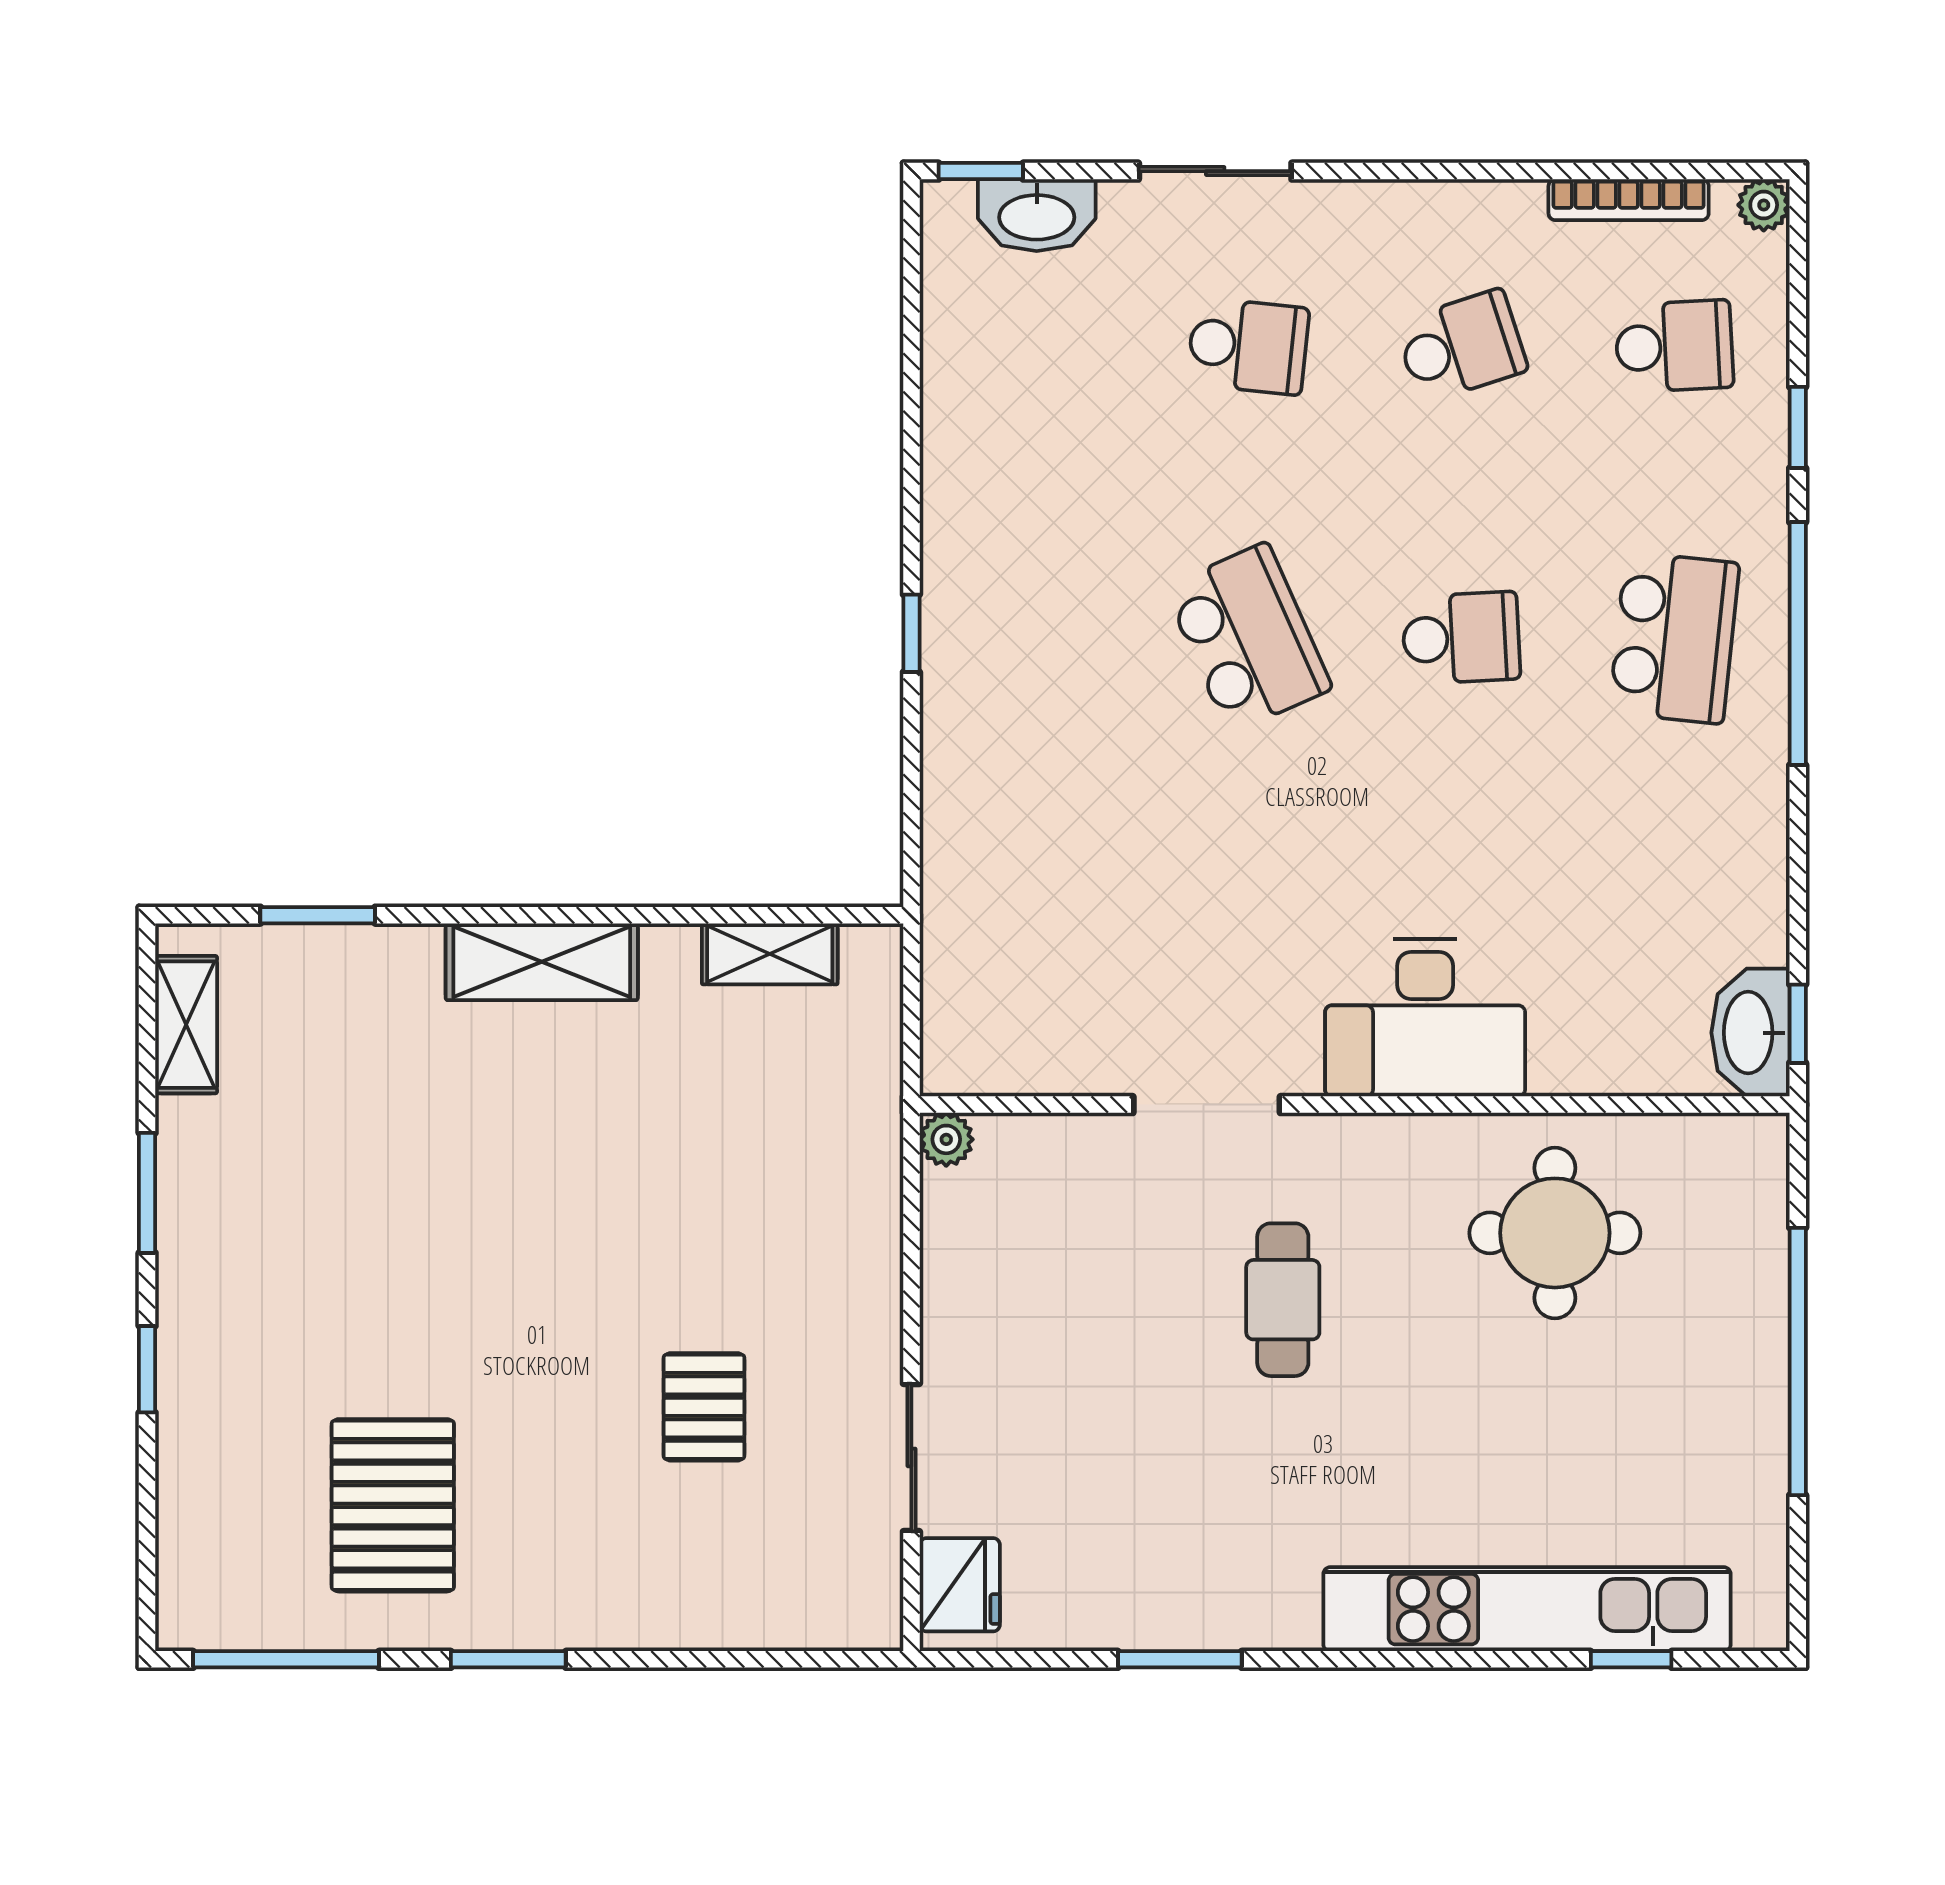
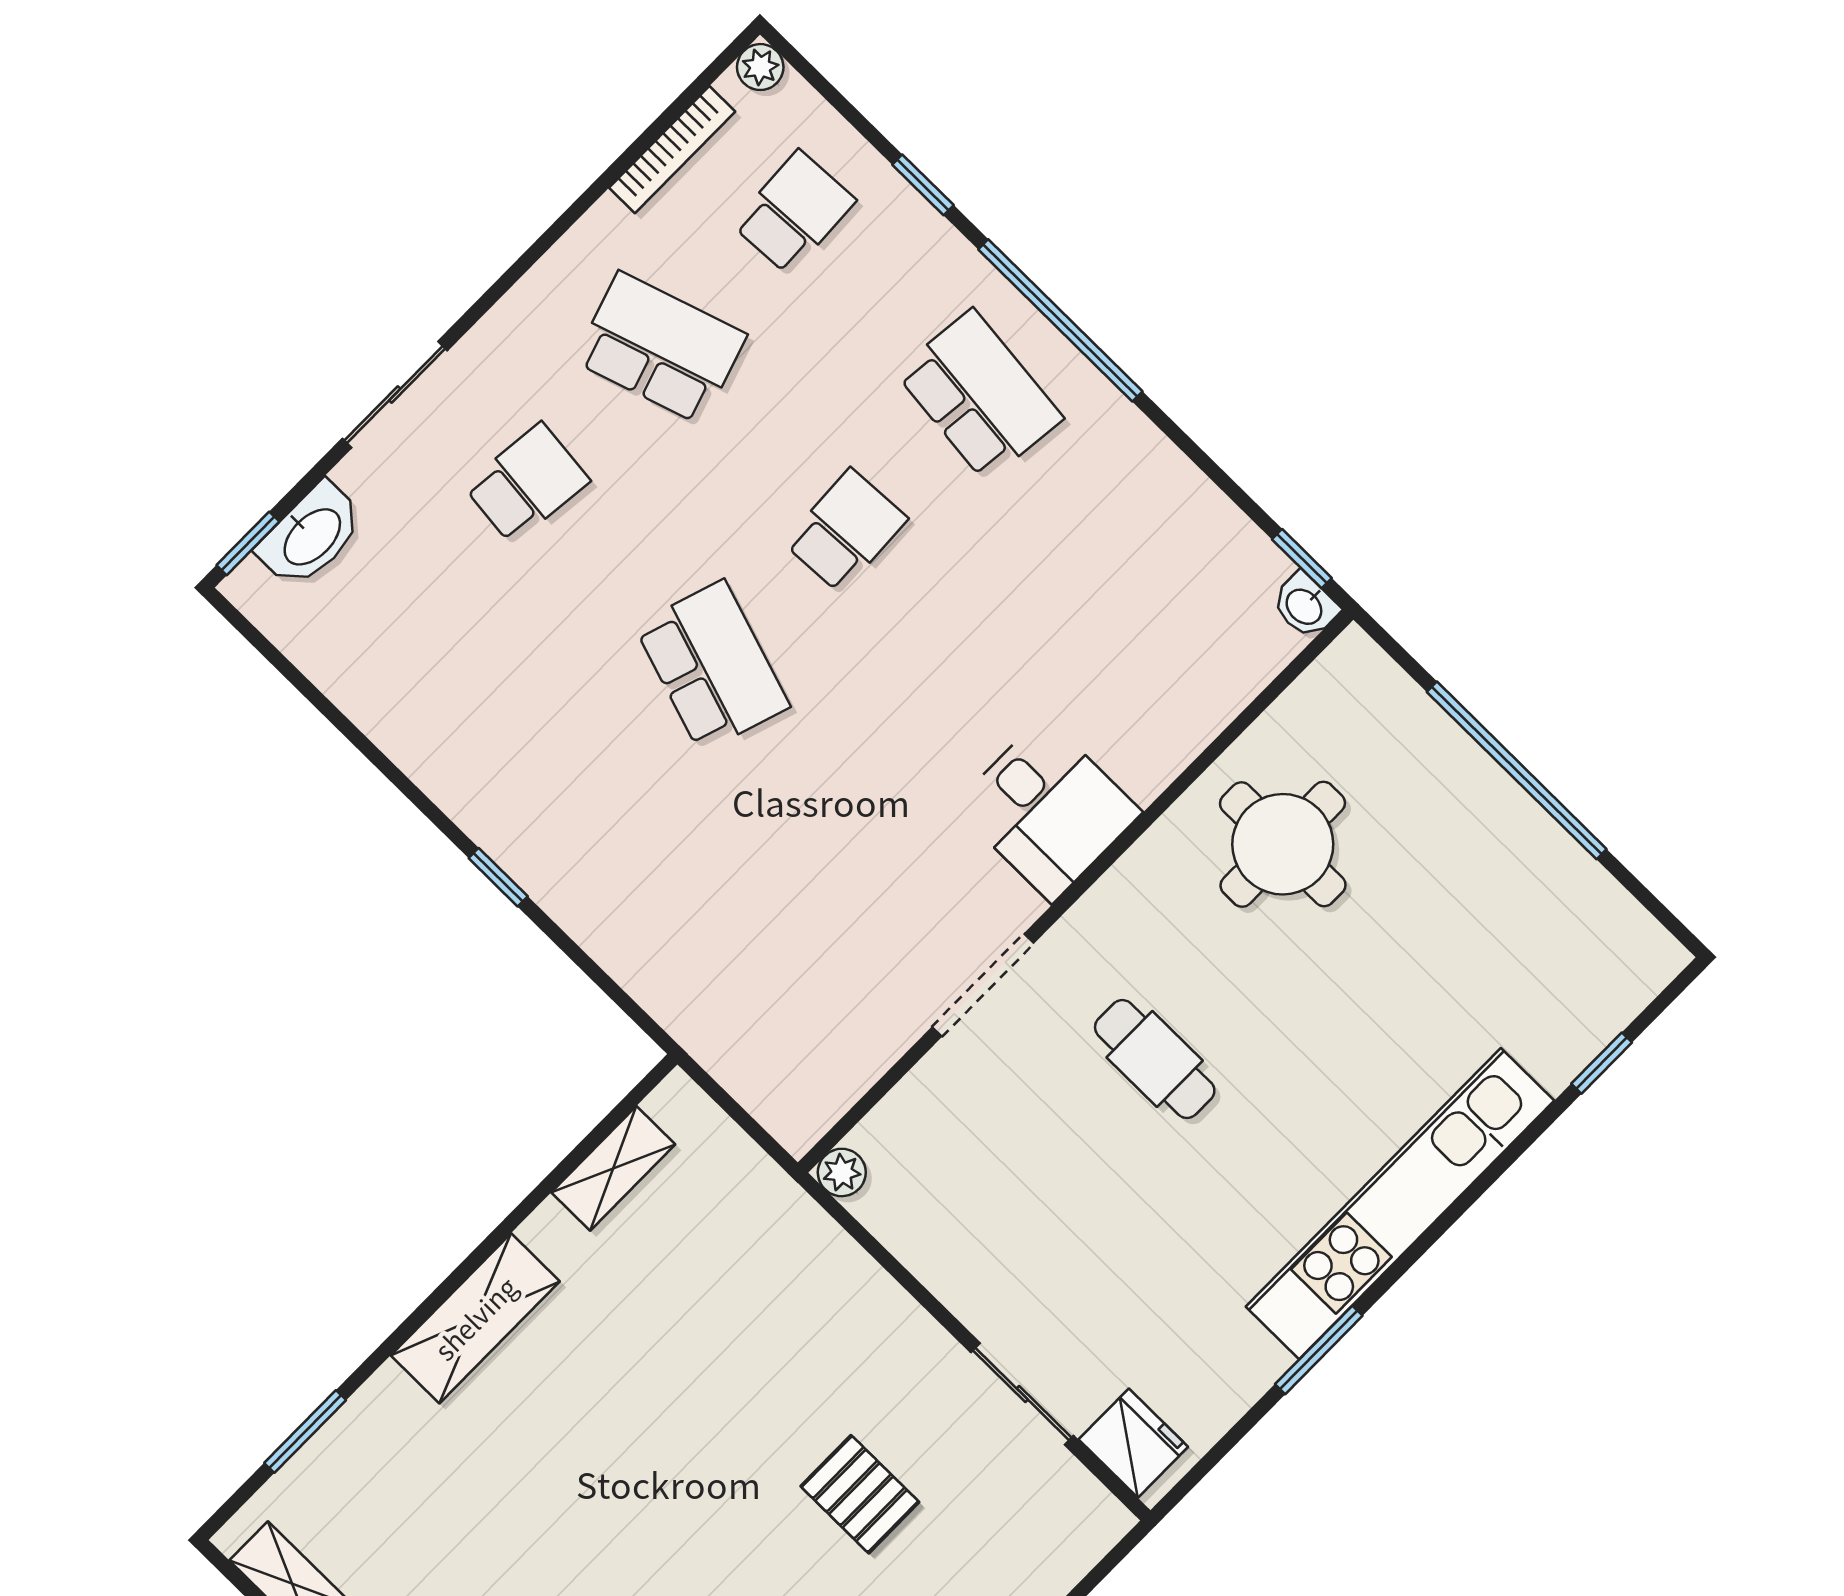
school desk: (1461, 346) -> (660, 348), width x1.85
school desk: (1248, 638) -> (712, 666), turned 42
desk: (1425, 1018) -> (1048, 809), width x0.73
washbasin: (1750, 1033) -> (1305, 606), width x0.52, depth x0.69
kitchen unit: (1527, 1609) -> (1400, 1204), moved

